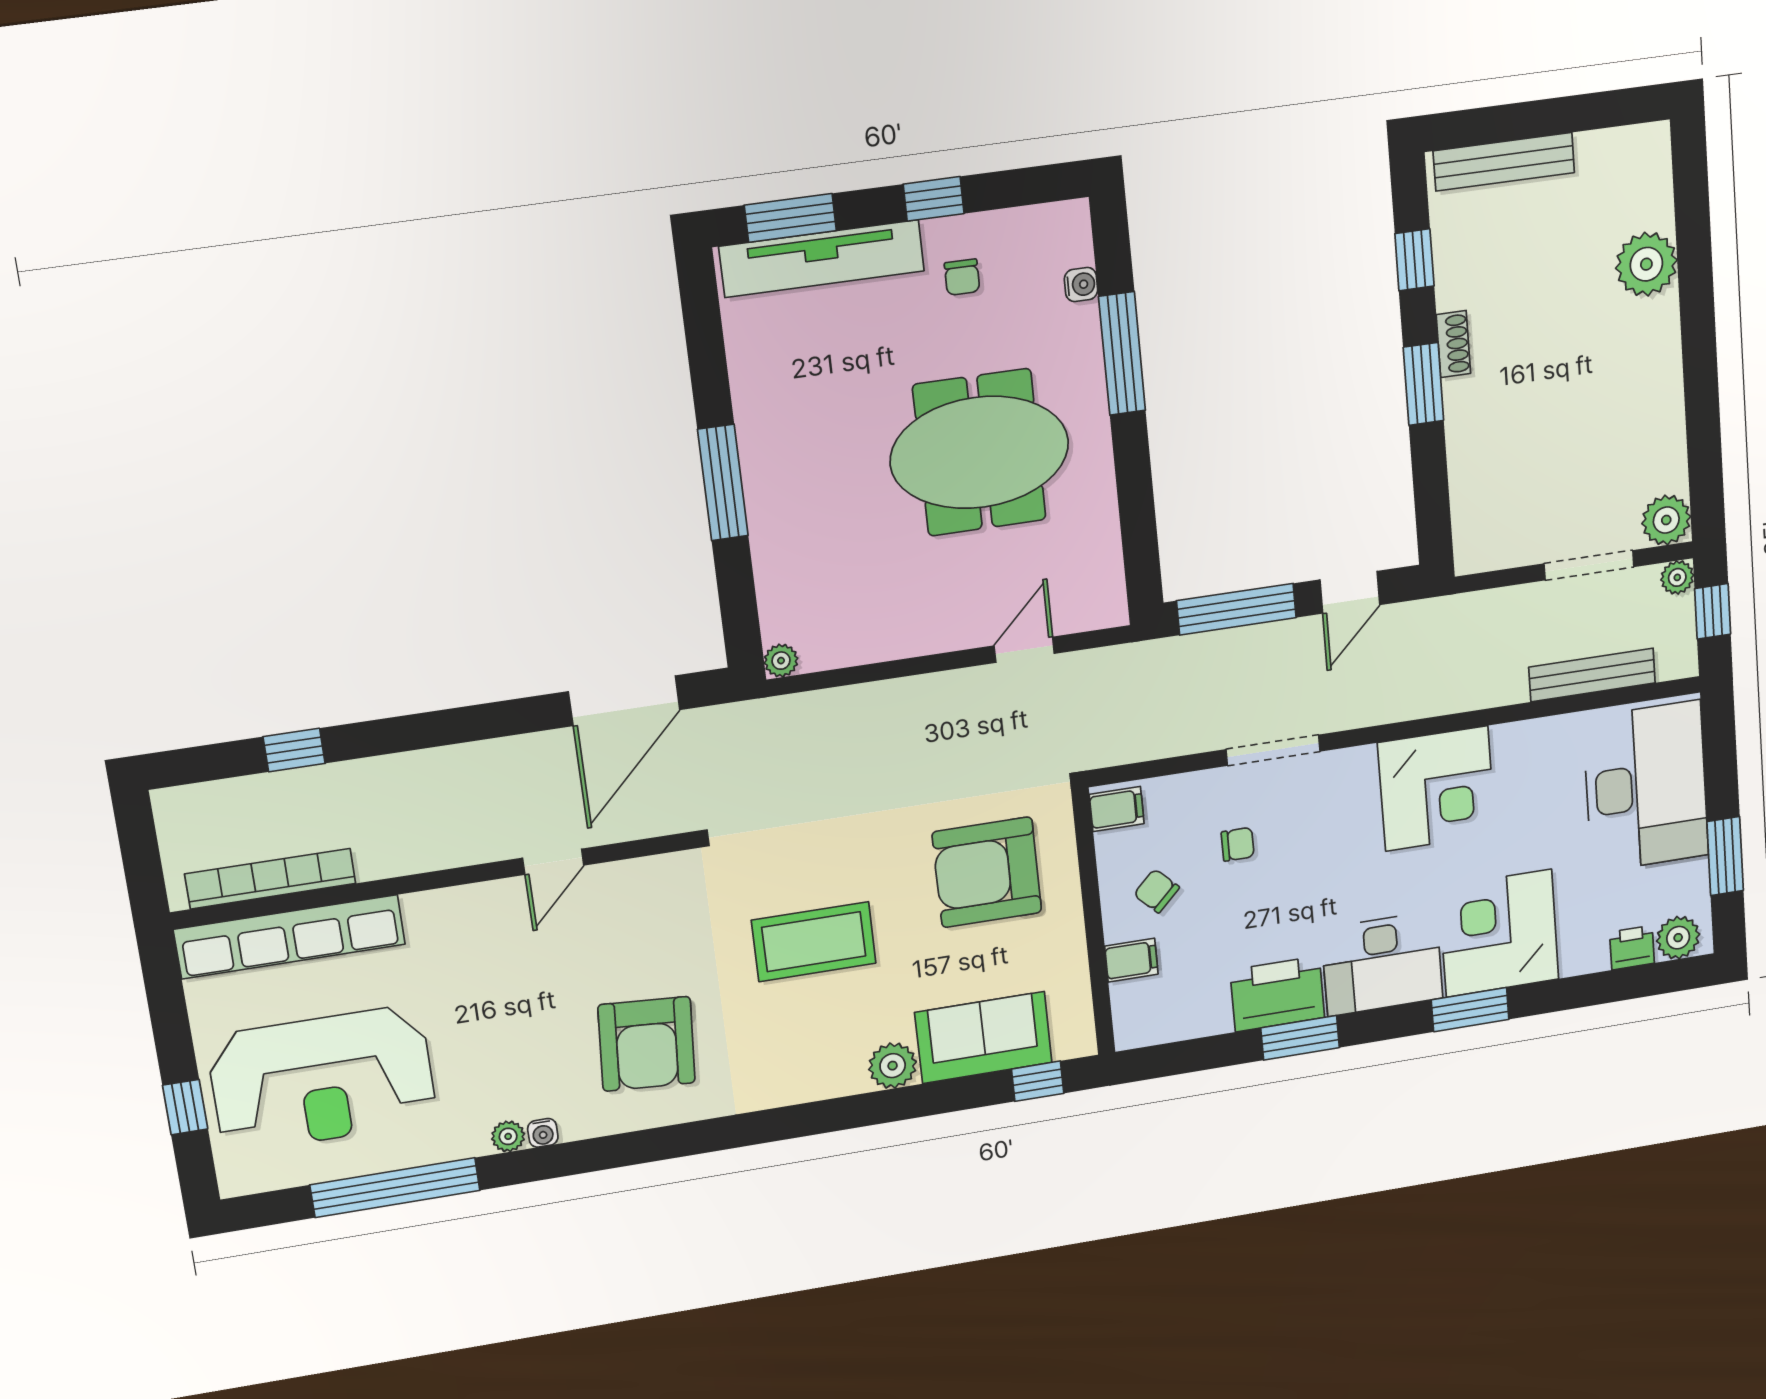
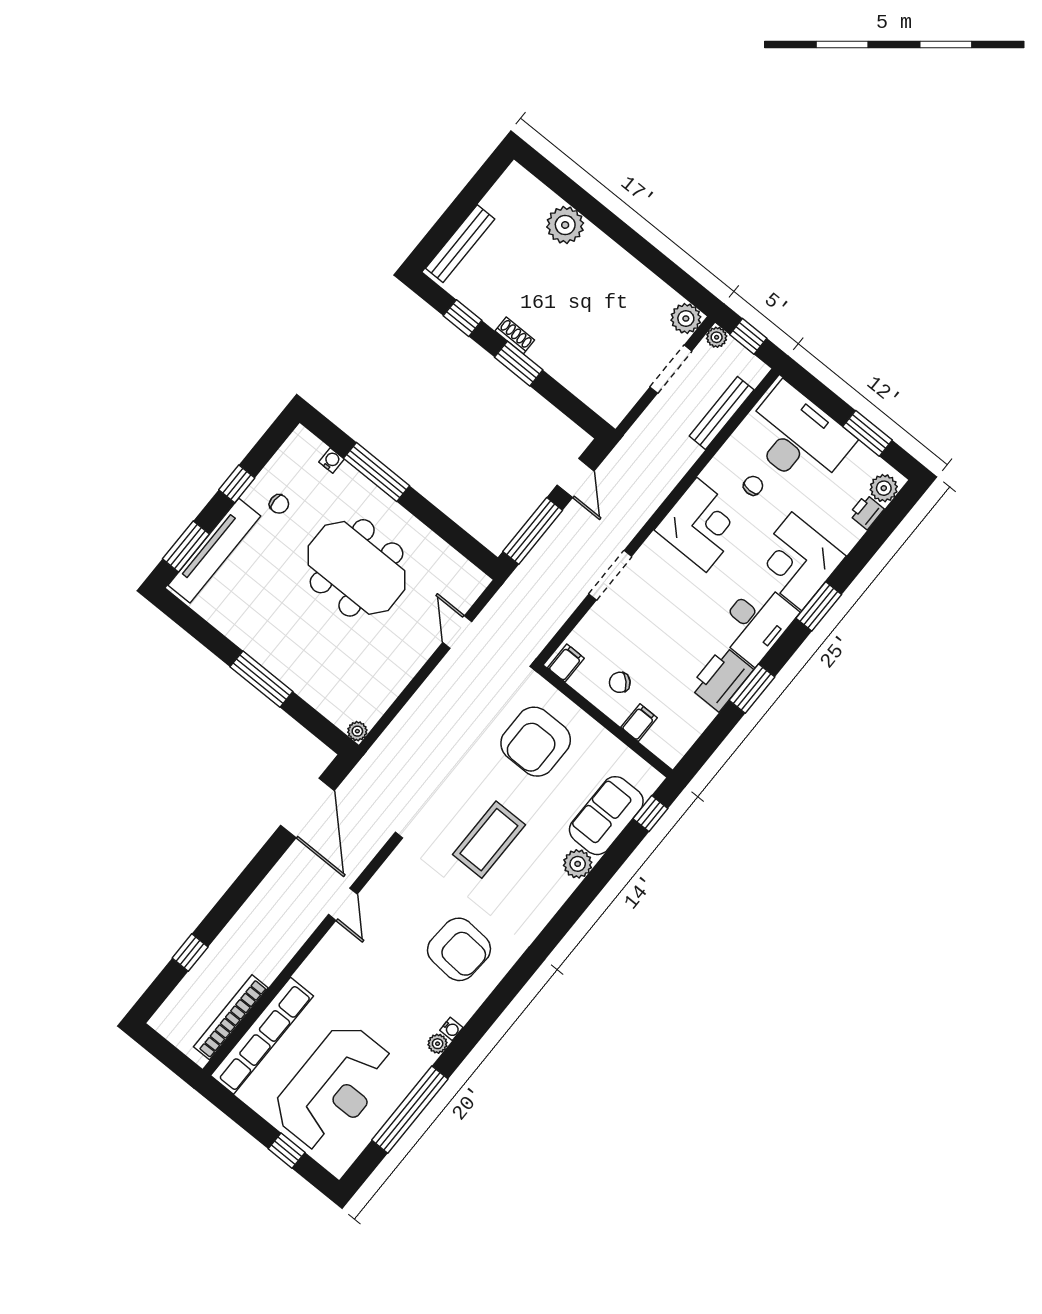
meeting table: (979, 452) -> (357, 568), turned 90
chair: (1238, 844) -> (753, 486), moved

